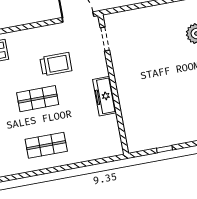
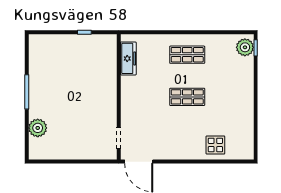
trolley: (56, 64) -> (166, 124), removed
freezer: (104, 96) -> (128, 58), moved

